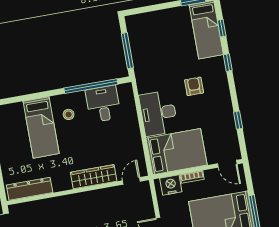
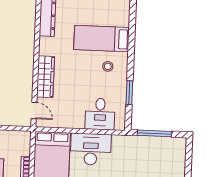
window: (91, 86) -> (129, 93), width x0.47
desk: (103, 104) -> (100, 114), moved, turned 90
nightstand: (171, 185) -> (22, 146), removed

